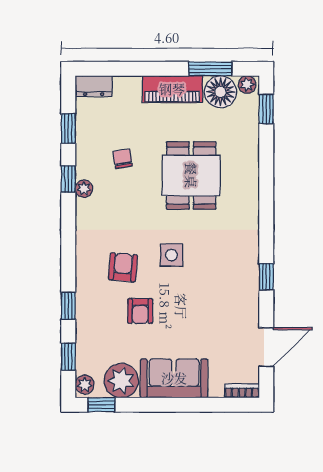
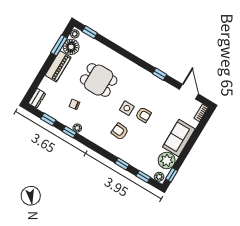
armchair: (140, 311) -> (143, 115), moved

